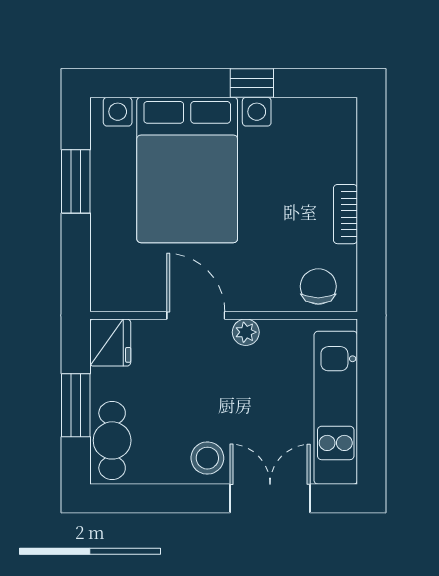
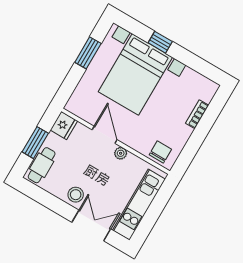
window: (252, 83) -> (160, 42), moved
bookcase: (345, 214) -> (197, 114), moved

